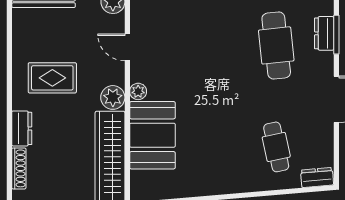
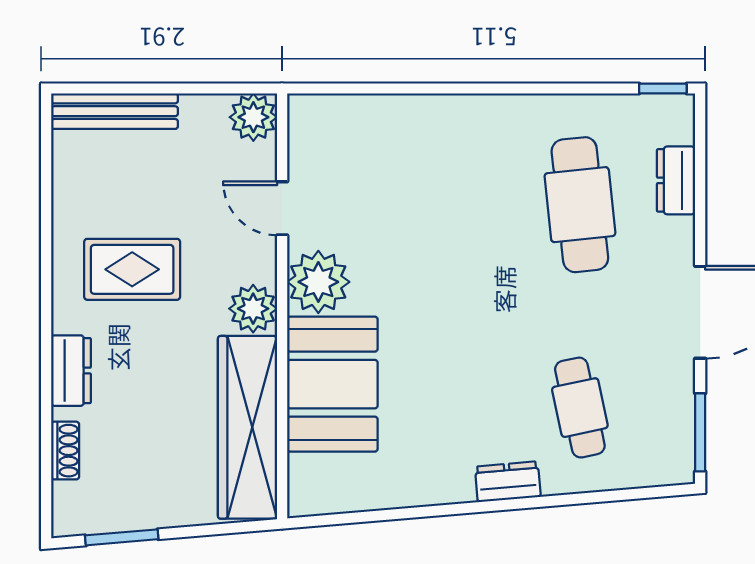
window: (336, 35) -> (700, 432), moved
plant: (138, 91) -> (318, 282), width x1.87, depth x1.87
shoe rack: (19, 168) -> (65, 451), width x0.70
dresser: (317, 177) -> (508, 482), moved

